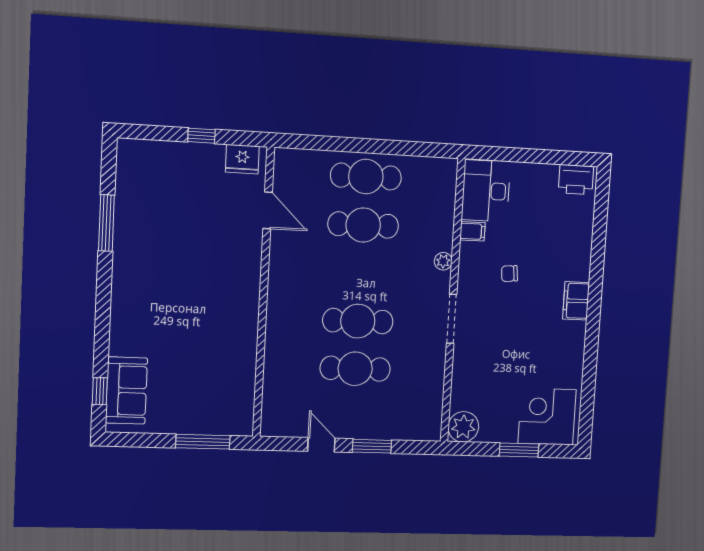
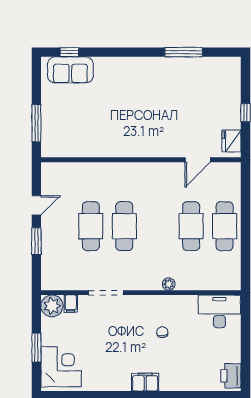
filing cabinet: (472, 231) -> (71, 304), moved
doorway: (452, 319) -> (106, 293), moved

